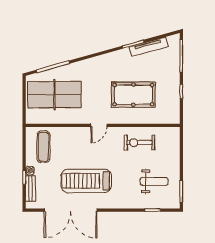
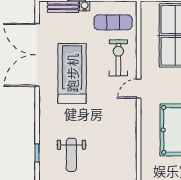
door: (99, 125) -> (139, 89), hinge flipped
exercise bike: (139, 143) -> (118, 58), moved

